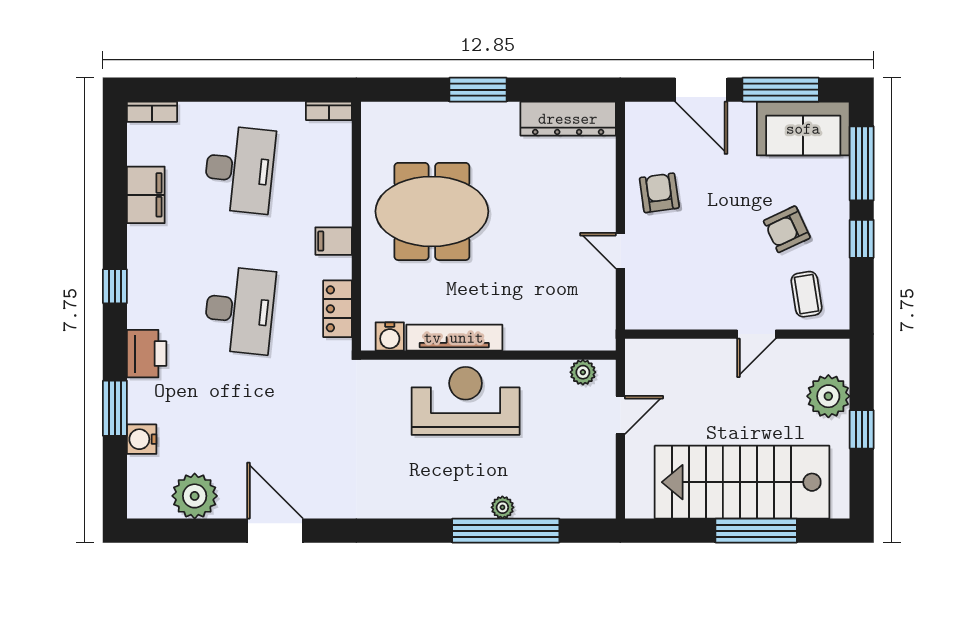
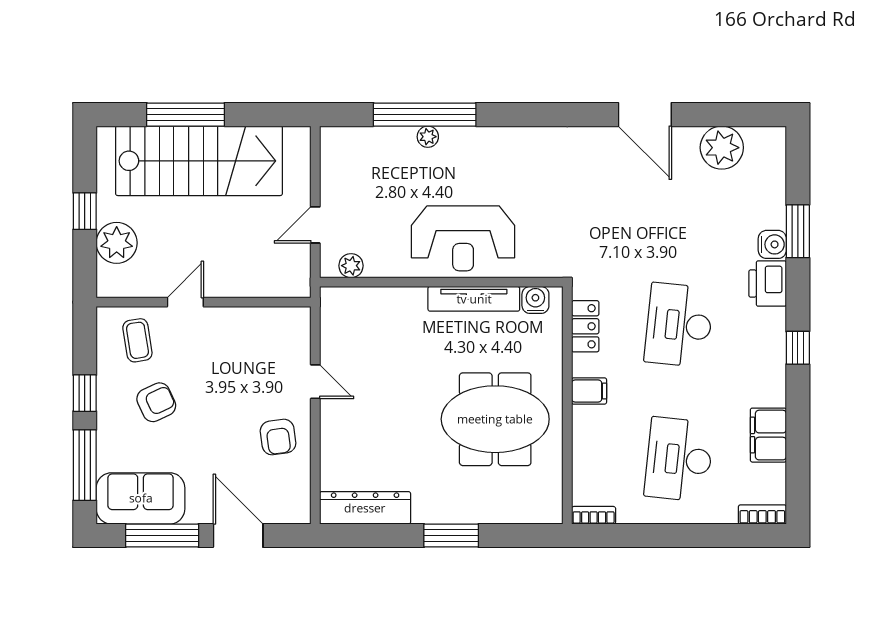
water cooler: (142, 439) -> (772, 244), moved

